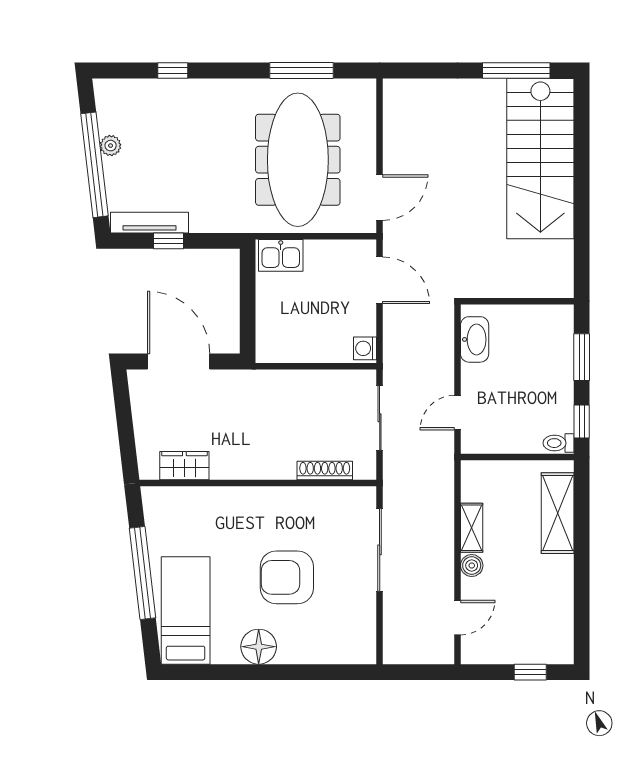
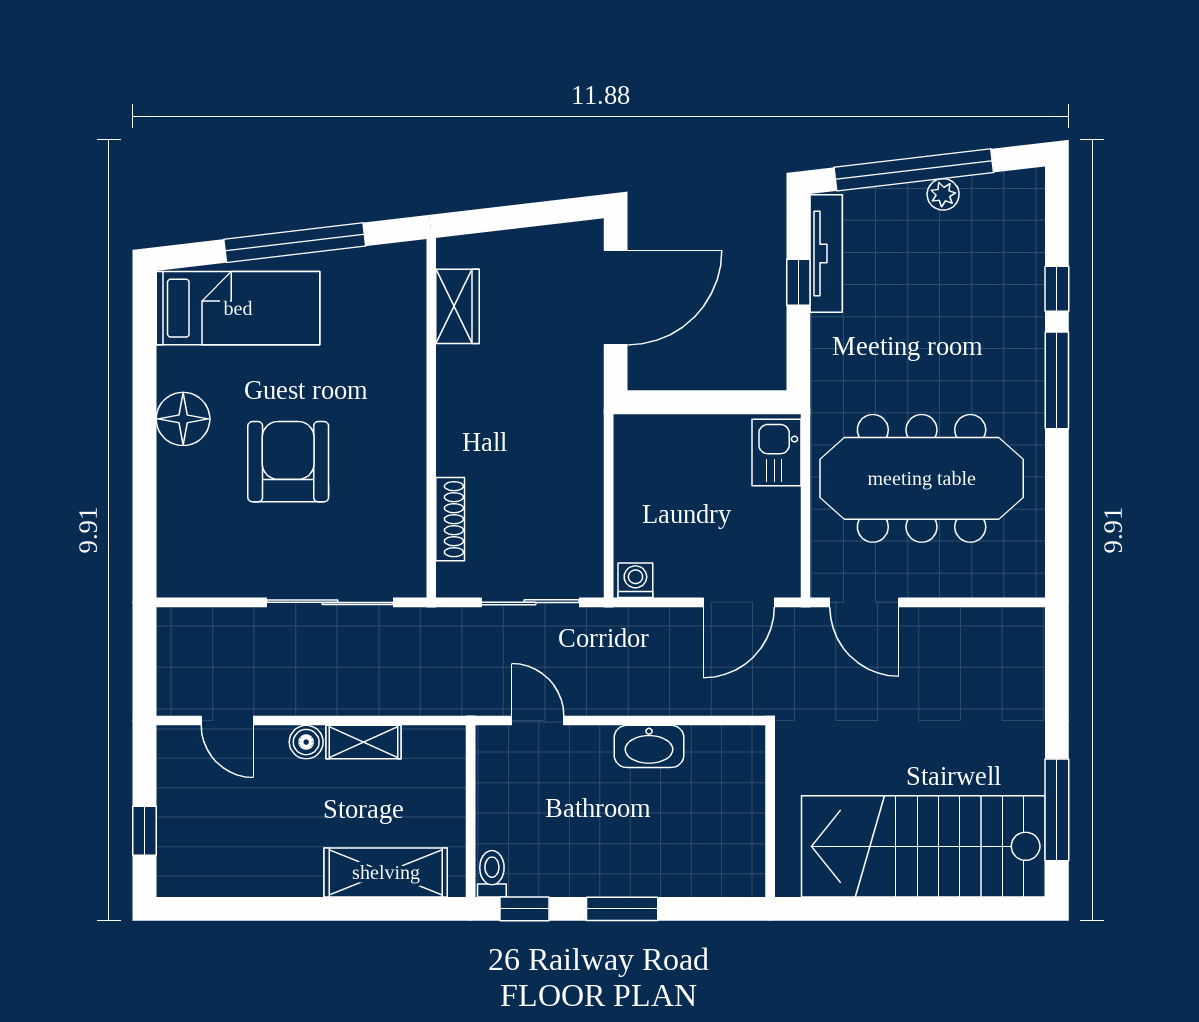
window: (301, 71) -> (1057, 380), moved
wall: (517, 301) -> (770, 811), moved

